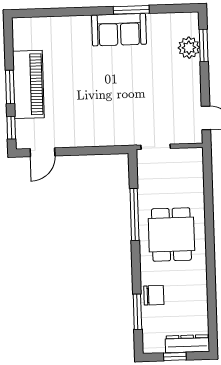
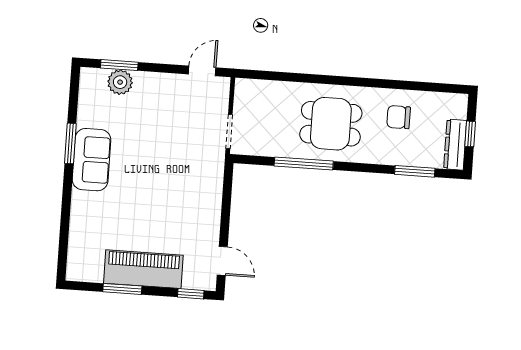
window: (10, 87) -> (122, 289), moved
chair: (154, 295) -> (399, 117), moved, turned -90
dresser: (187, 344) -> (455, 145), moved

